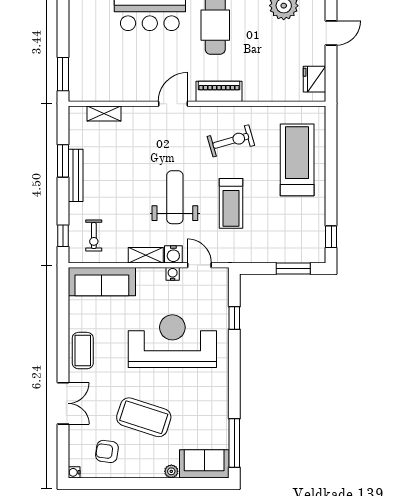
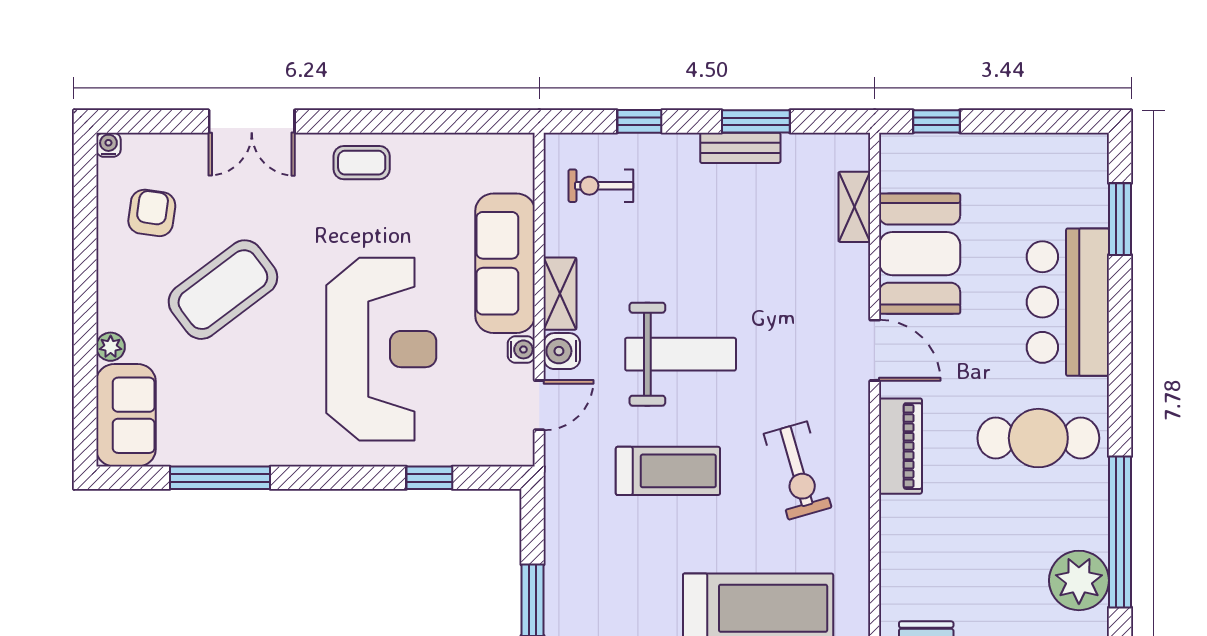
window: (63, 74) -> (936, 121), width x0.67
booth: (127, 82) -> (920, 254), added
bench: (76, 175) -> (740, 148), width x0.73
treadmill: (231, 203) -> (668, 471), turned 180
window: (63, 236) -> (639, 121), moved
sofa: (102, 282) -> (505, 263), moved
coffee table: (83, 351) -> (362, 163), width x0.73, depth x0.77
coffee table: (144, 417) -> (223, 290), turned 35
window: (234, 443) -> (220, 478), moved

